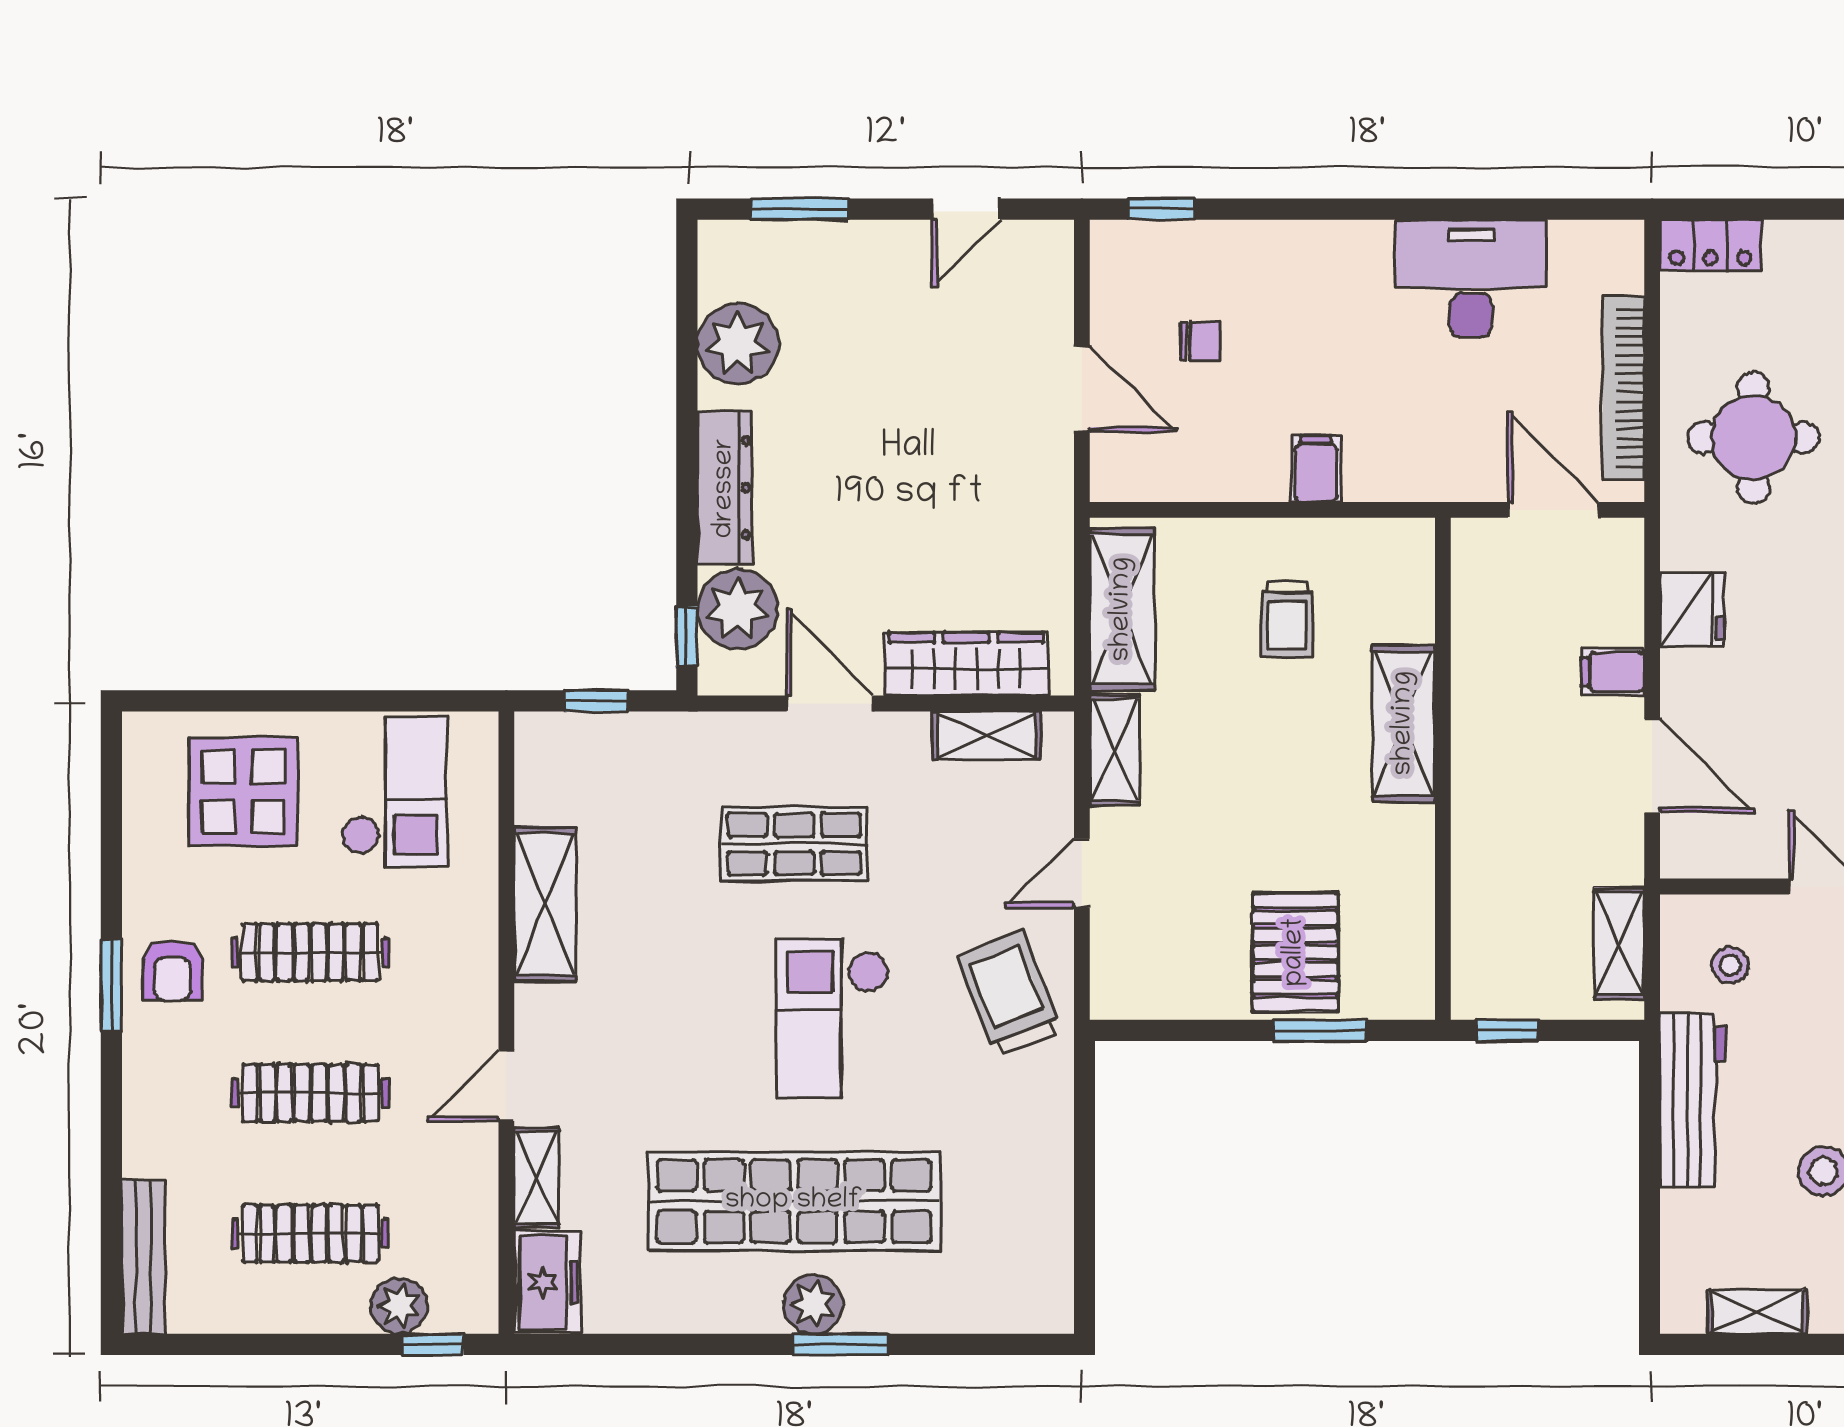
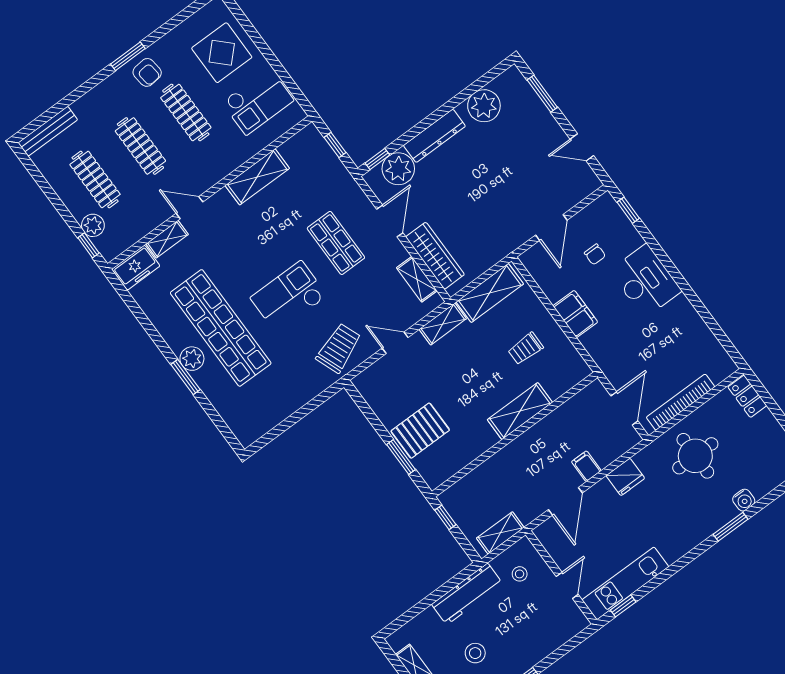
desk: (1471, 279) -> (646, 281), moved
filing cabinet: (1316, 469) -> (575, 314), width x2.00
armchair: (172, 971) -> (147, 72), turned -96

